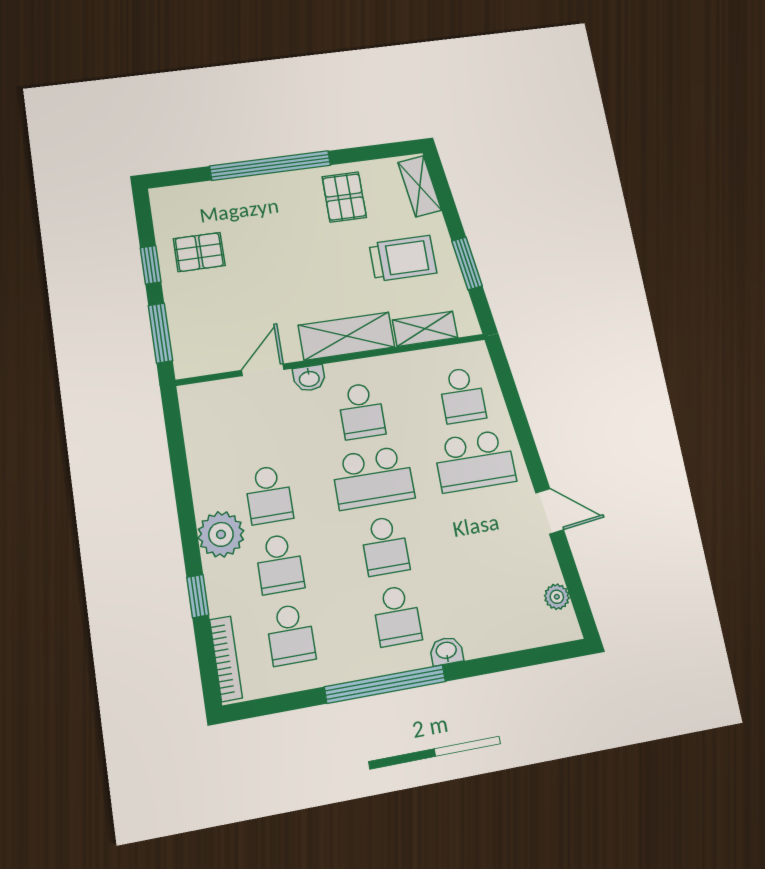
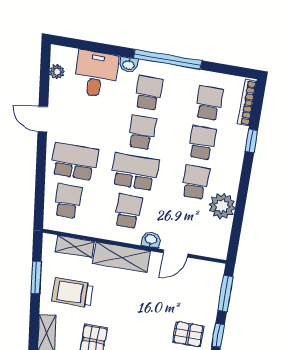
plant: (221, 534) -> (222, 206), moved
desk: (494, 616) -> (96, 74), added

